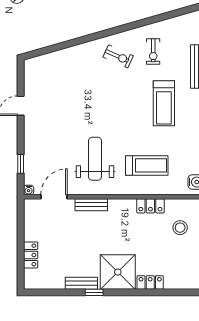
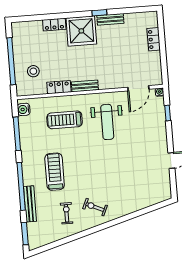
bench: (91, 205) -> (85, 86), moved

